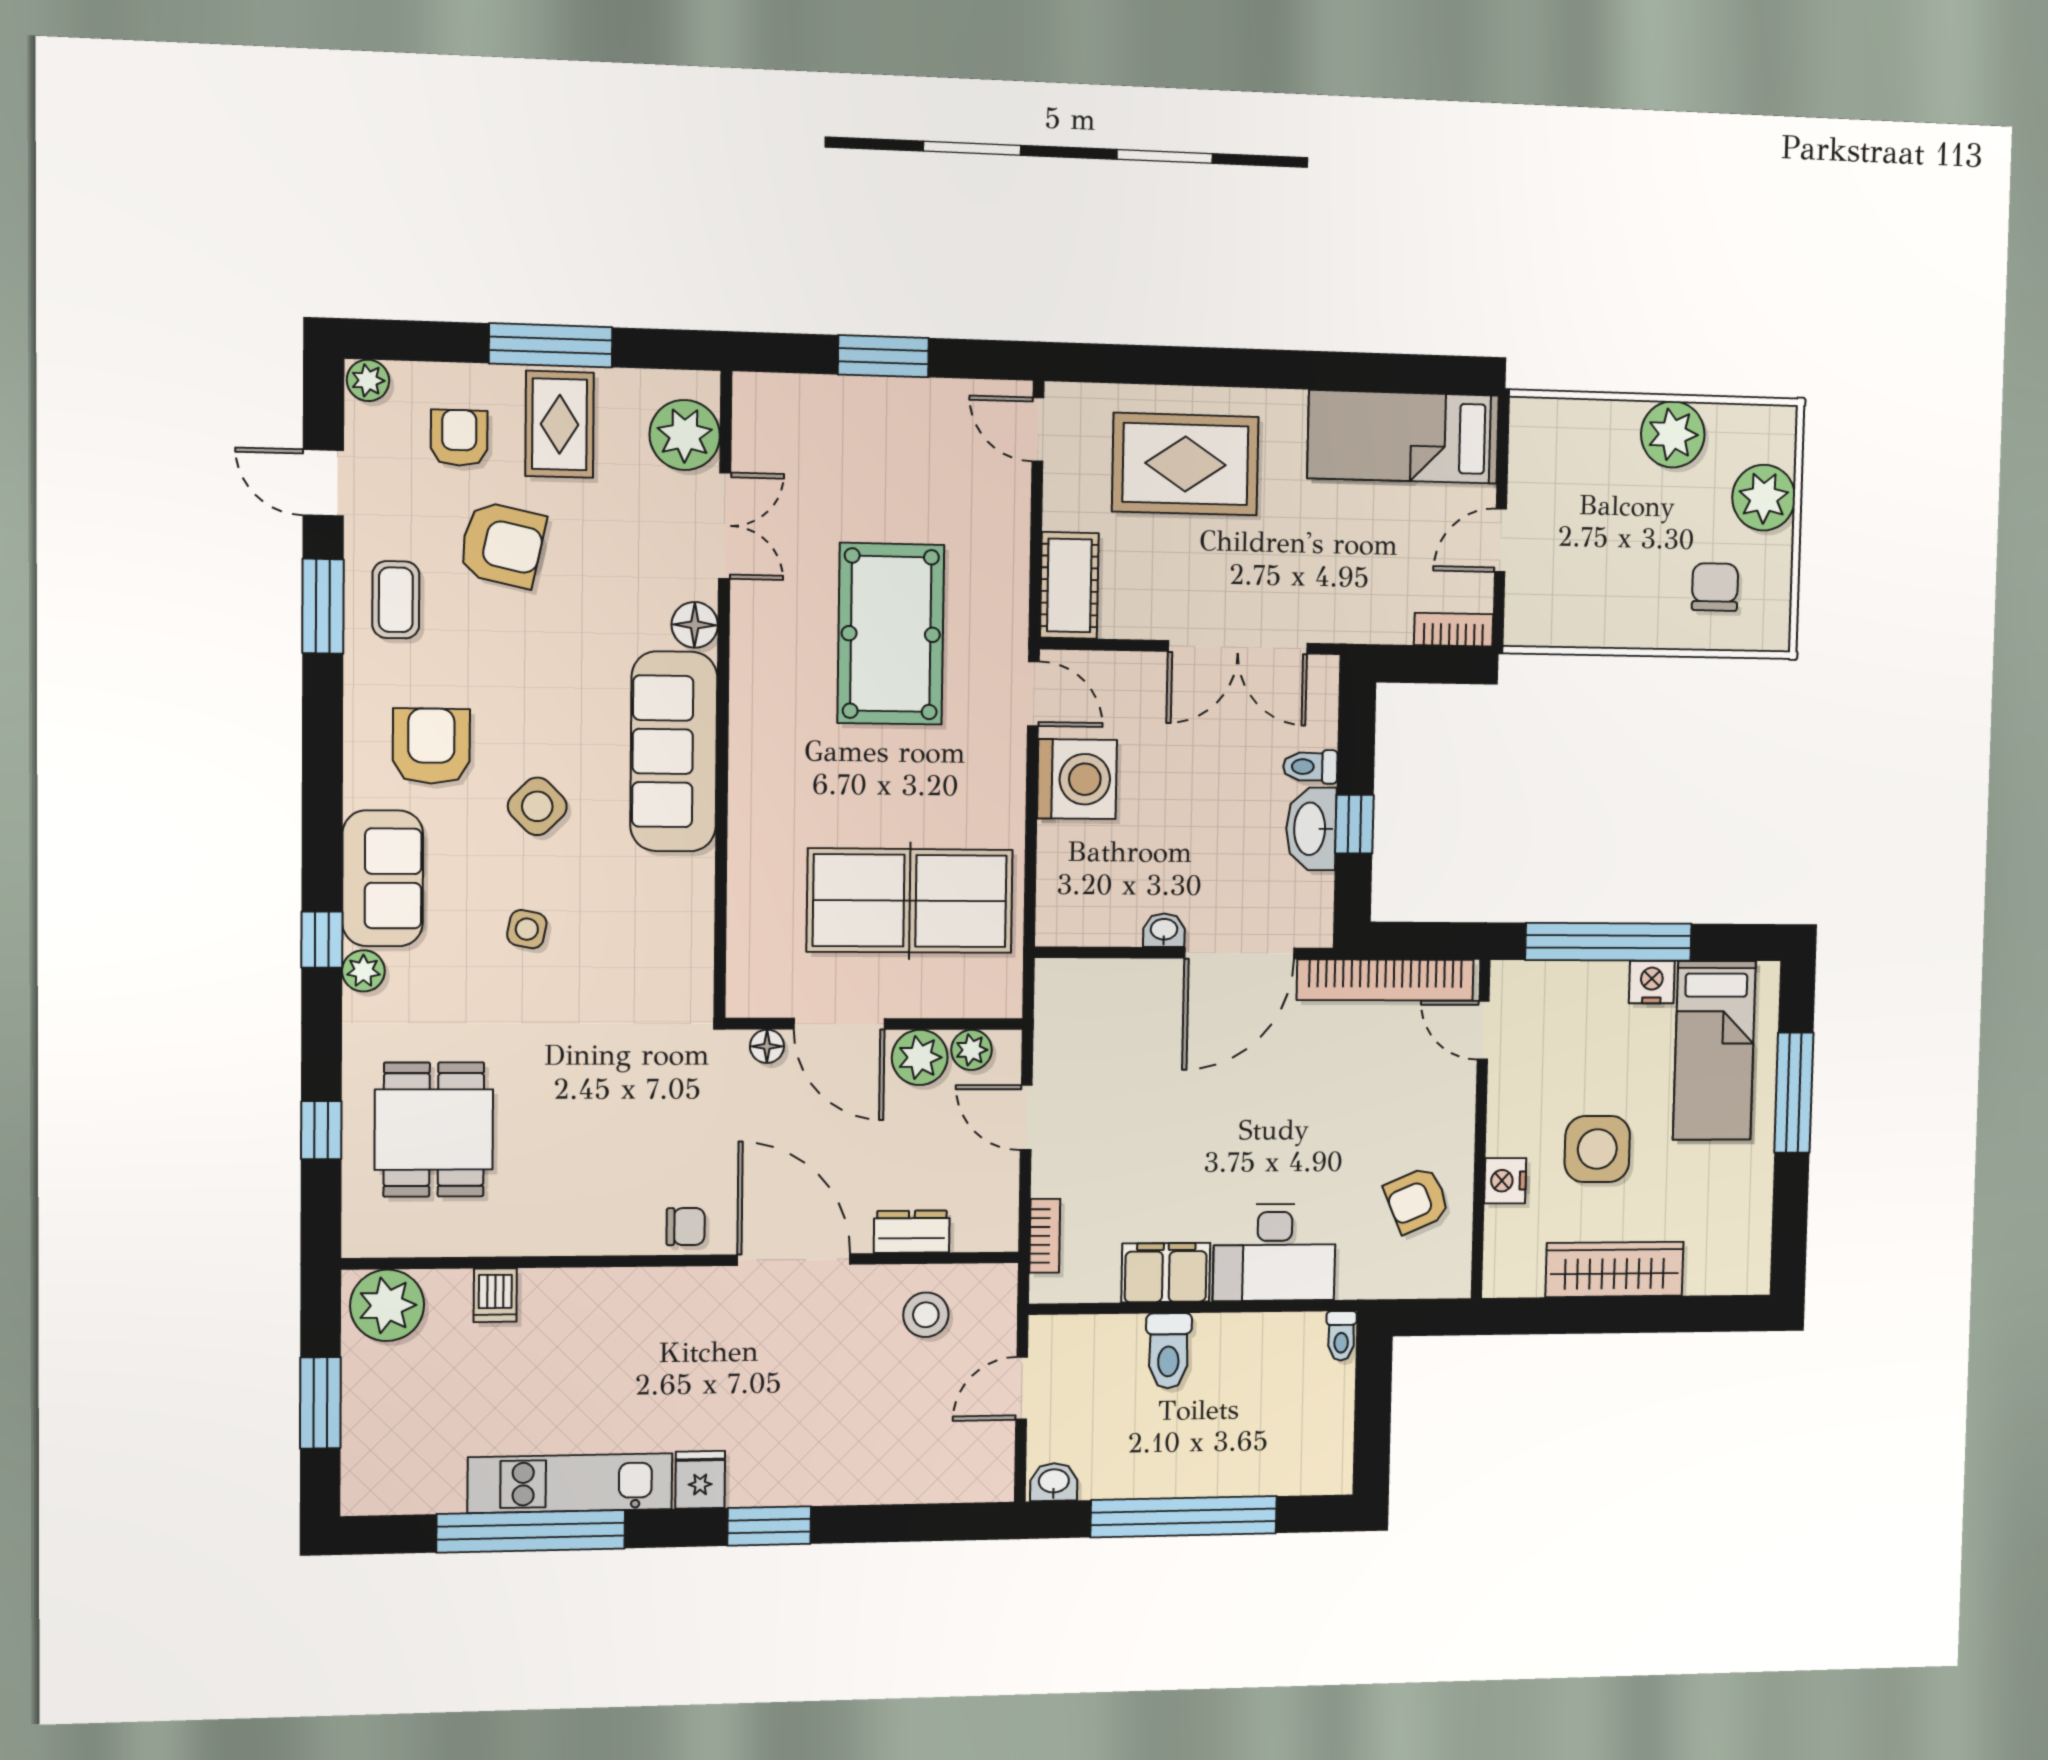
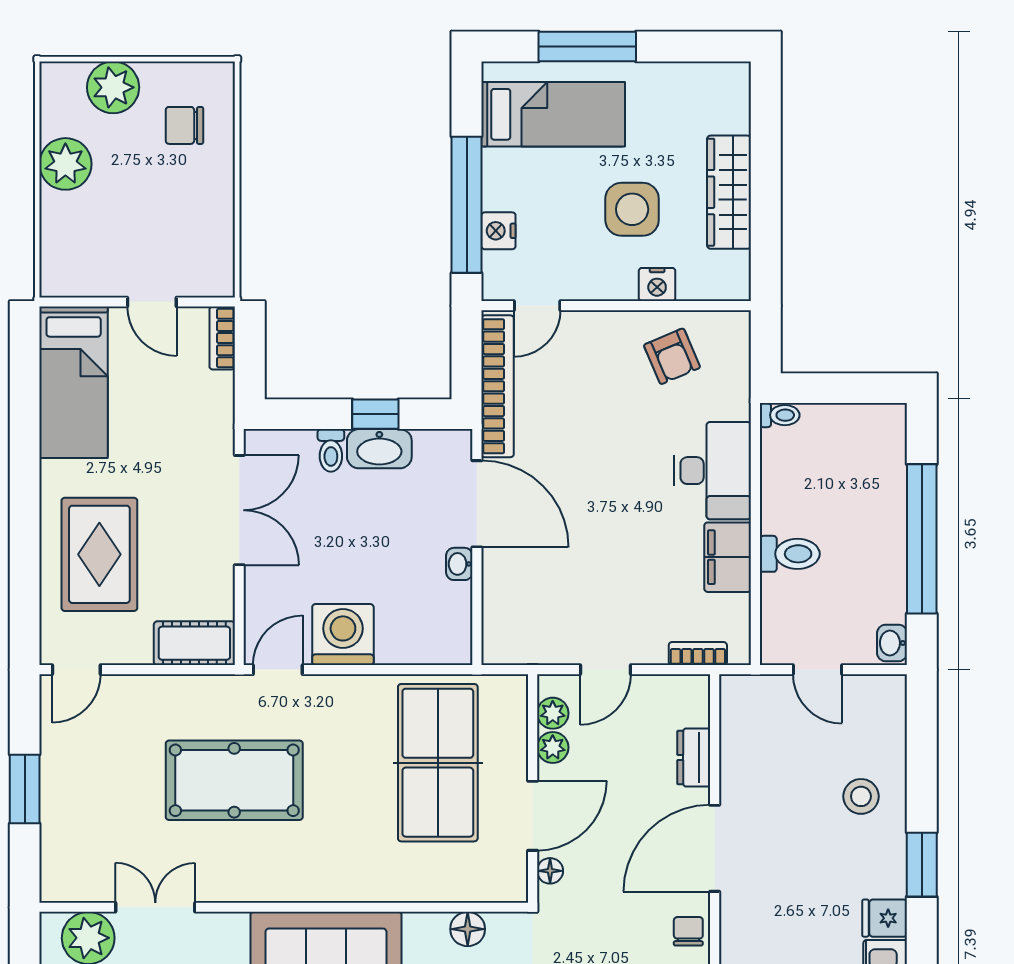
floor lamp: (695, 625) -> (468, 929), moved
nightstand: (1652, 982) -> (498, 231), moved
plant: (920, 1057) -> (553, 747), width x0.73, depth x0.73
stool: (926, 1315) -> (861, 796), moved

